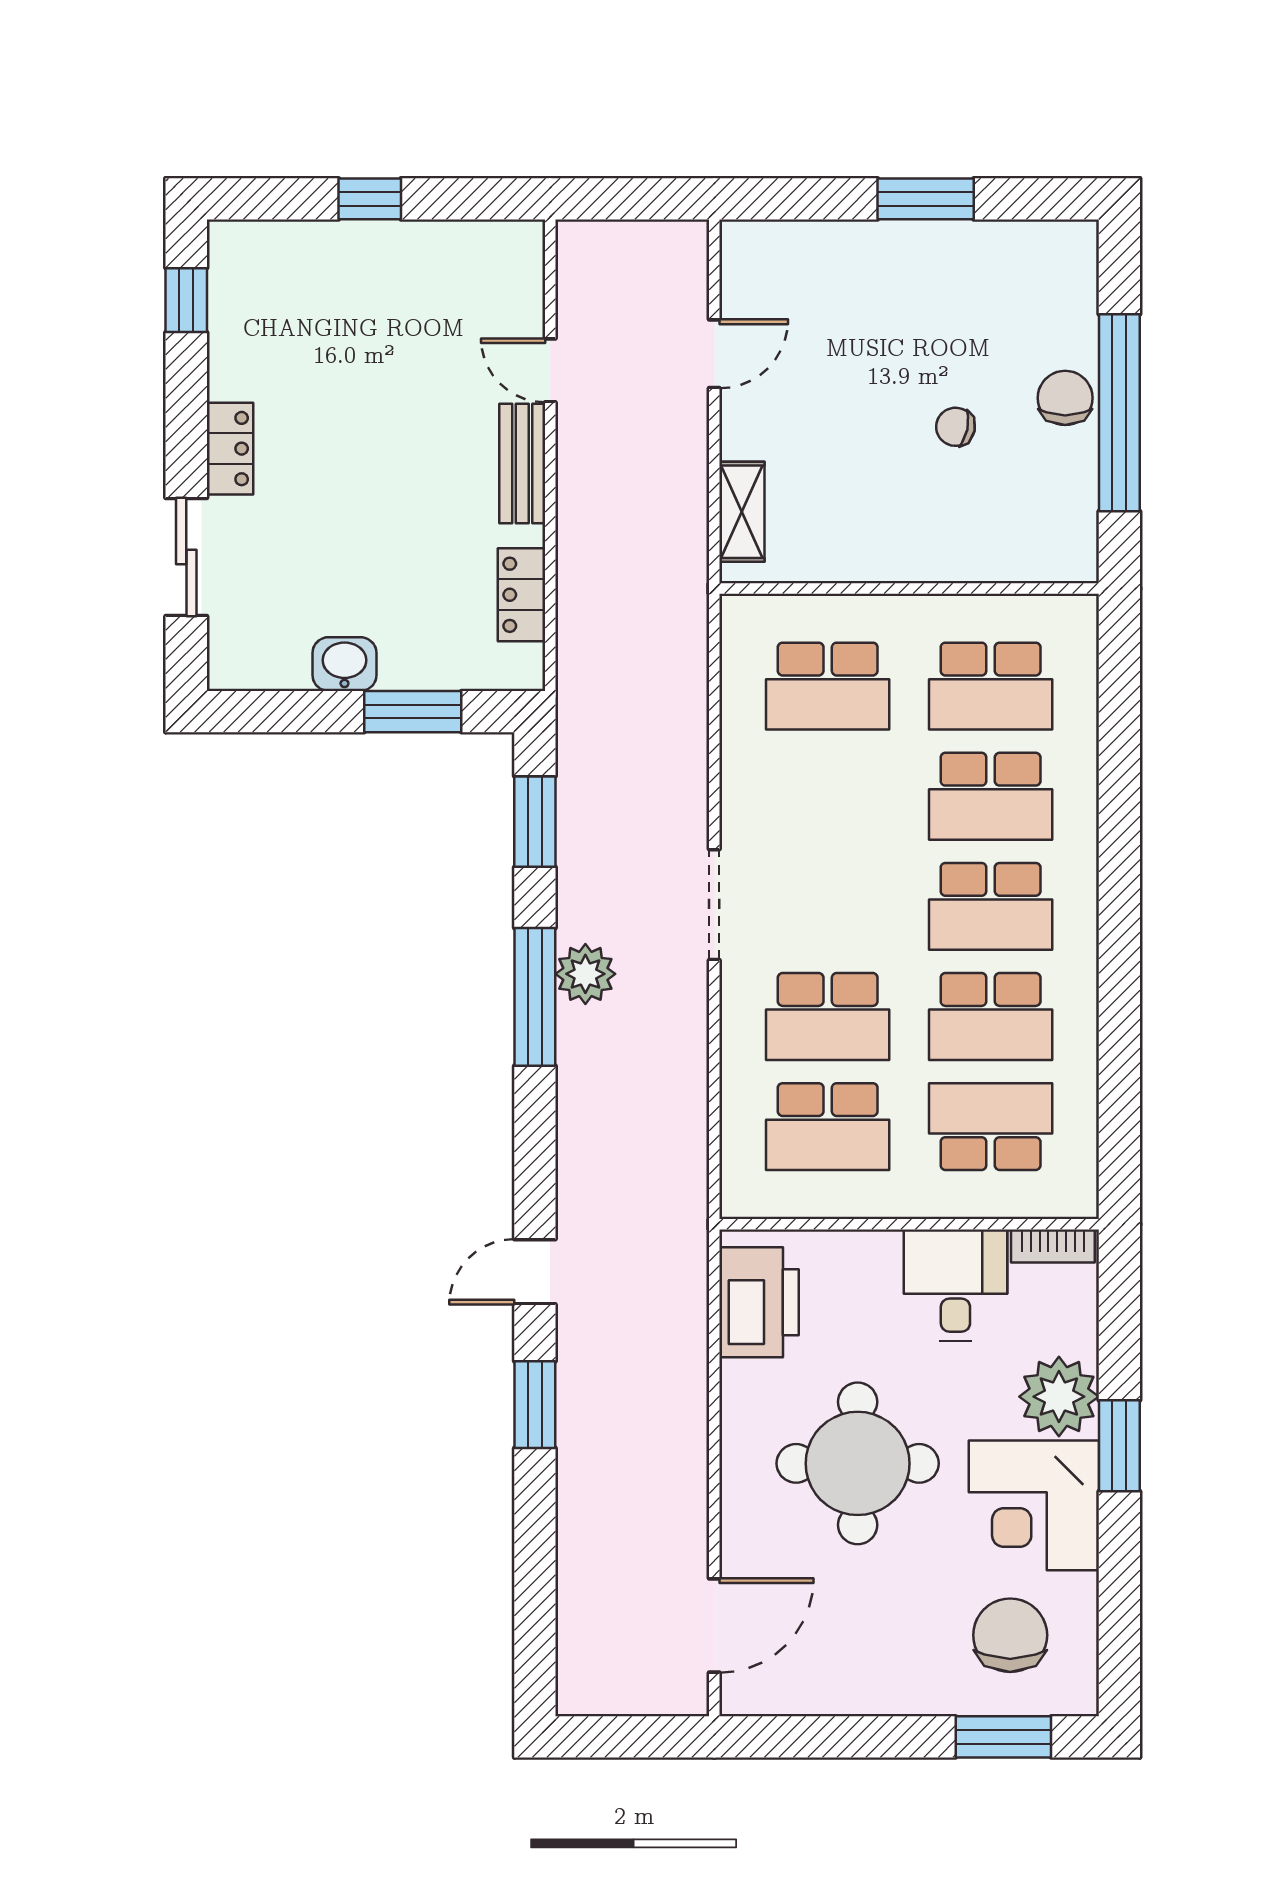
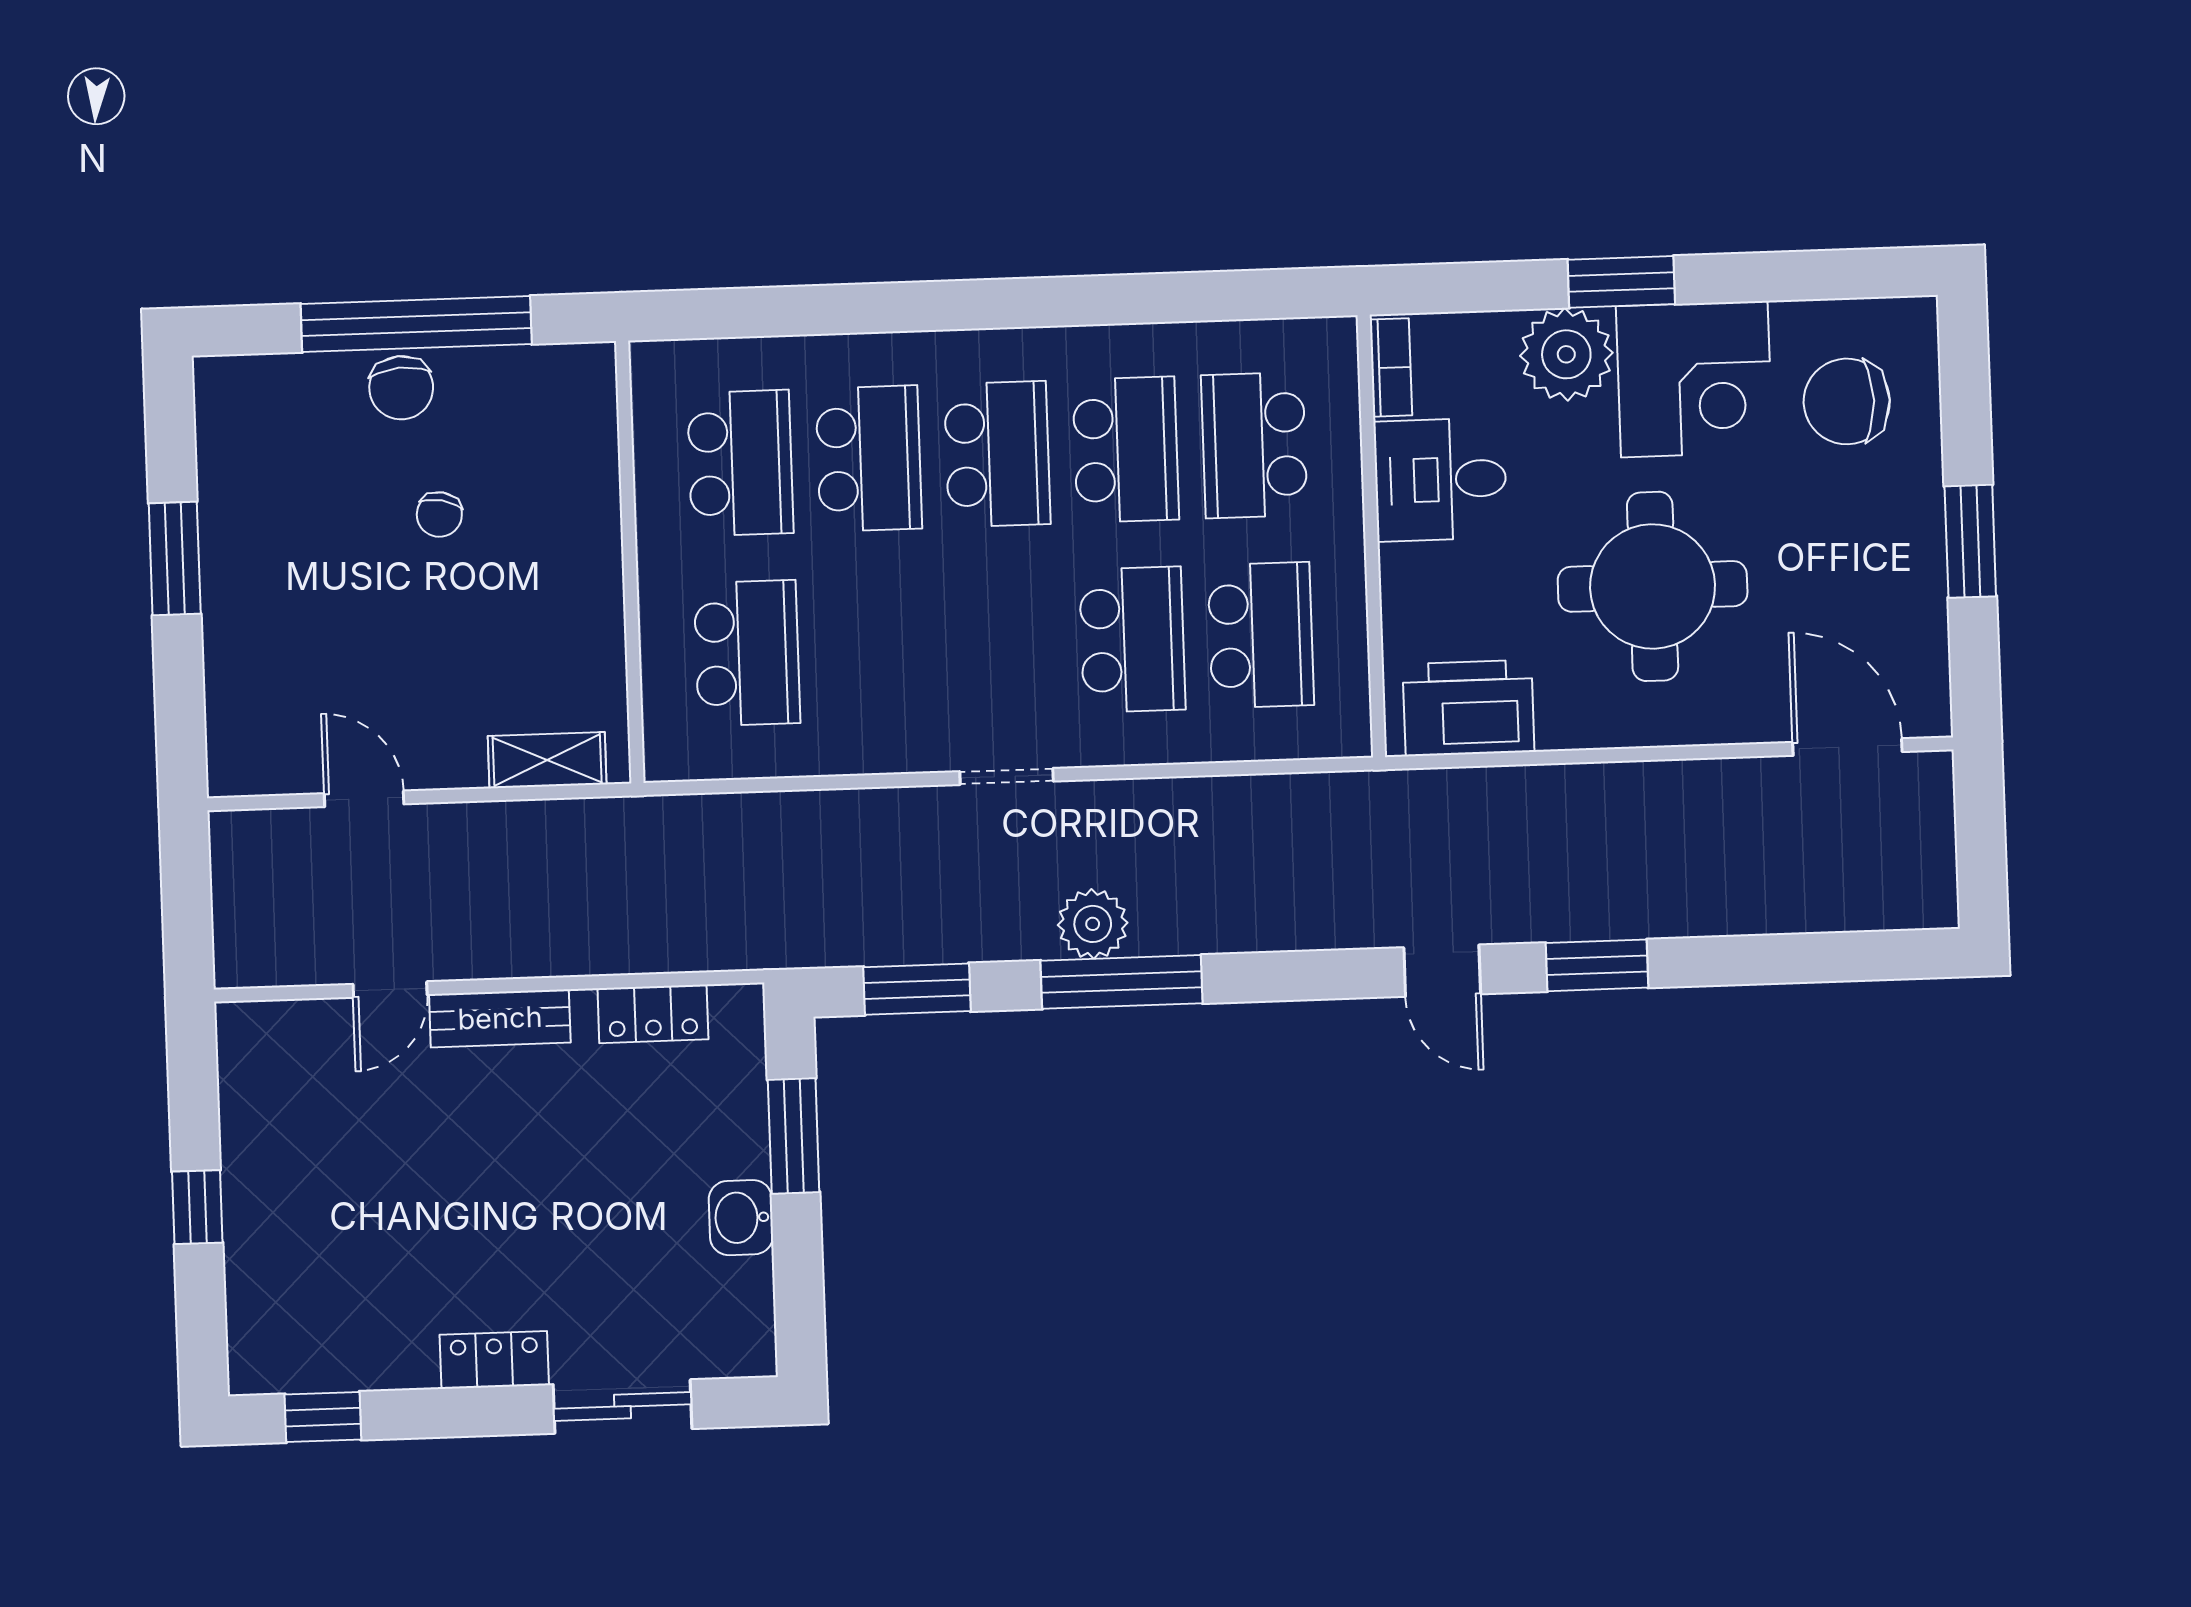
chair: (1065, 398) -> (401, 388), turned -94
doorway: (714, 905) -> (1007, 776), width x0.73
window: (1003, 1737) -> (1970, 541), moved

